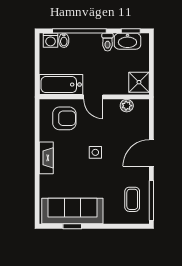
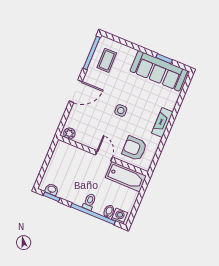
washbasin: (127, 41) -> (52, 189), width x0.52, depth x0.69
toilet: (108, 42) -> (89, 202), moved
shower: (139, 82) -> (62, 153), removed
plant: (127, 106) -> (69, 133), moved

